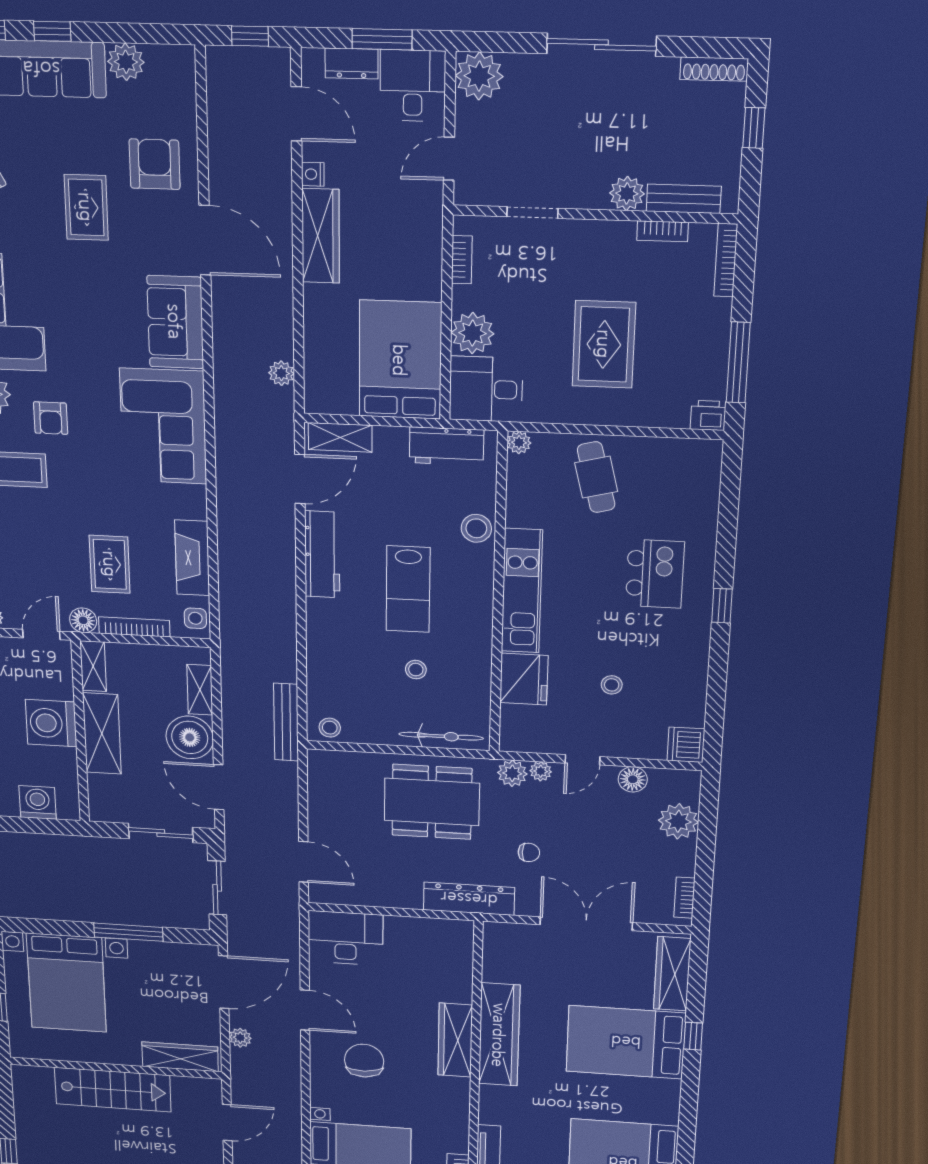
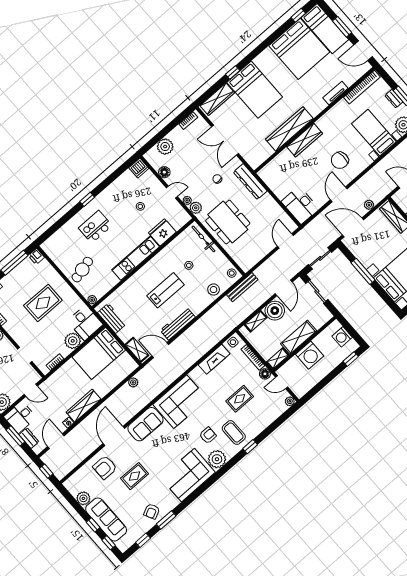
stool: (476, 528) -> (214, 290), moved
rug: (110, 564) -> (240, 399), moved

